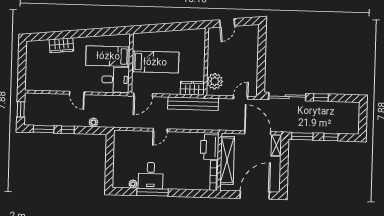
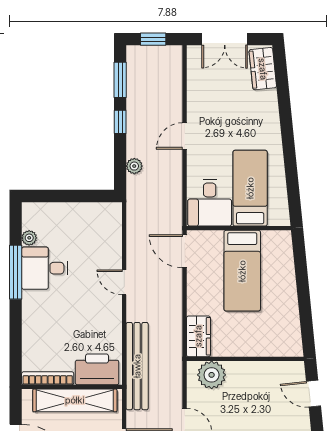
wardrobe: (61, 45) -> (263, 69), moved
double door: (22, 68) -> (225, 39), added
bench: (193, 104) -> (137, 366), moved

